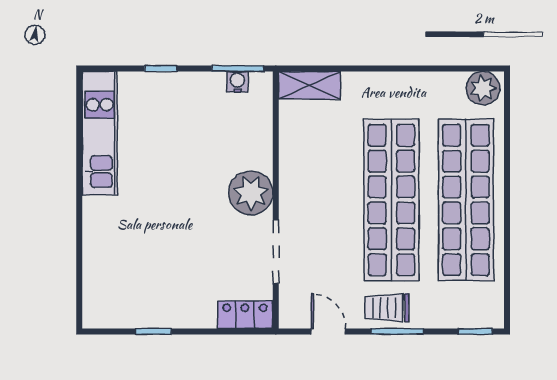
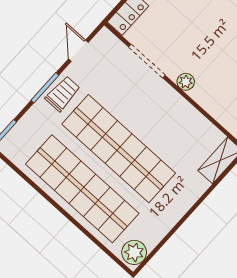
plant: (251, 193) -> (186, 82), width x0.53, depth x0.53
door: (328, 331) -> (78, 51), swing flipped

